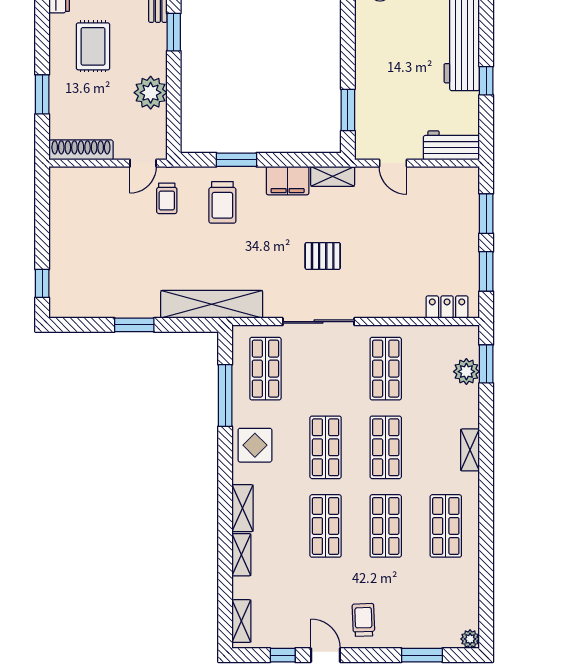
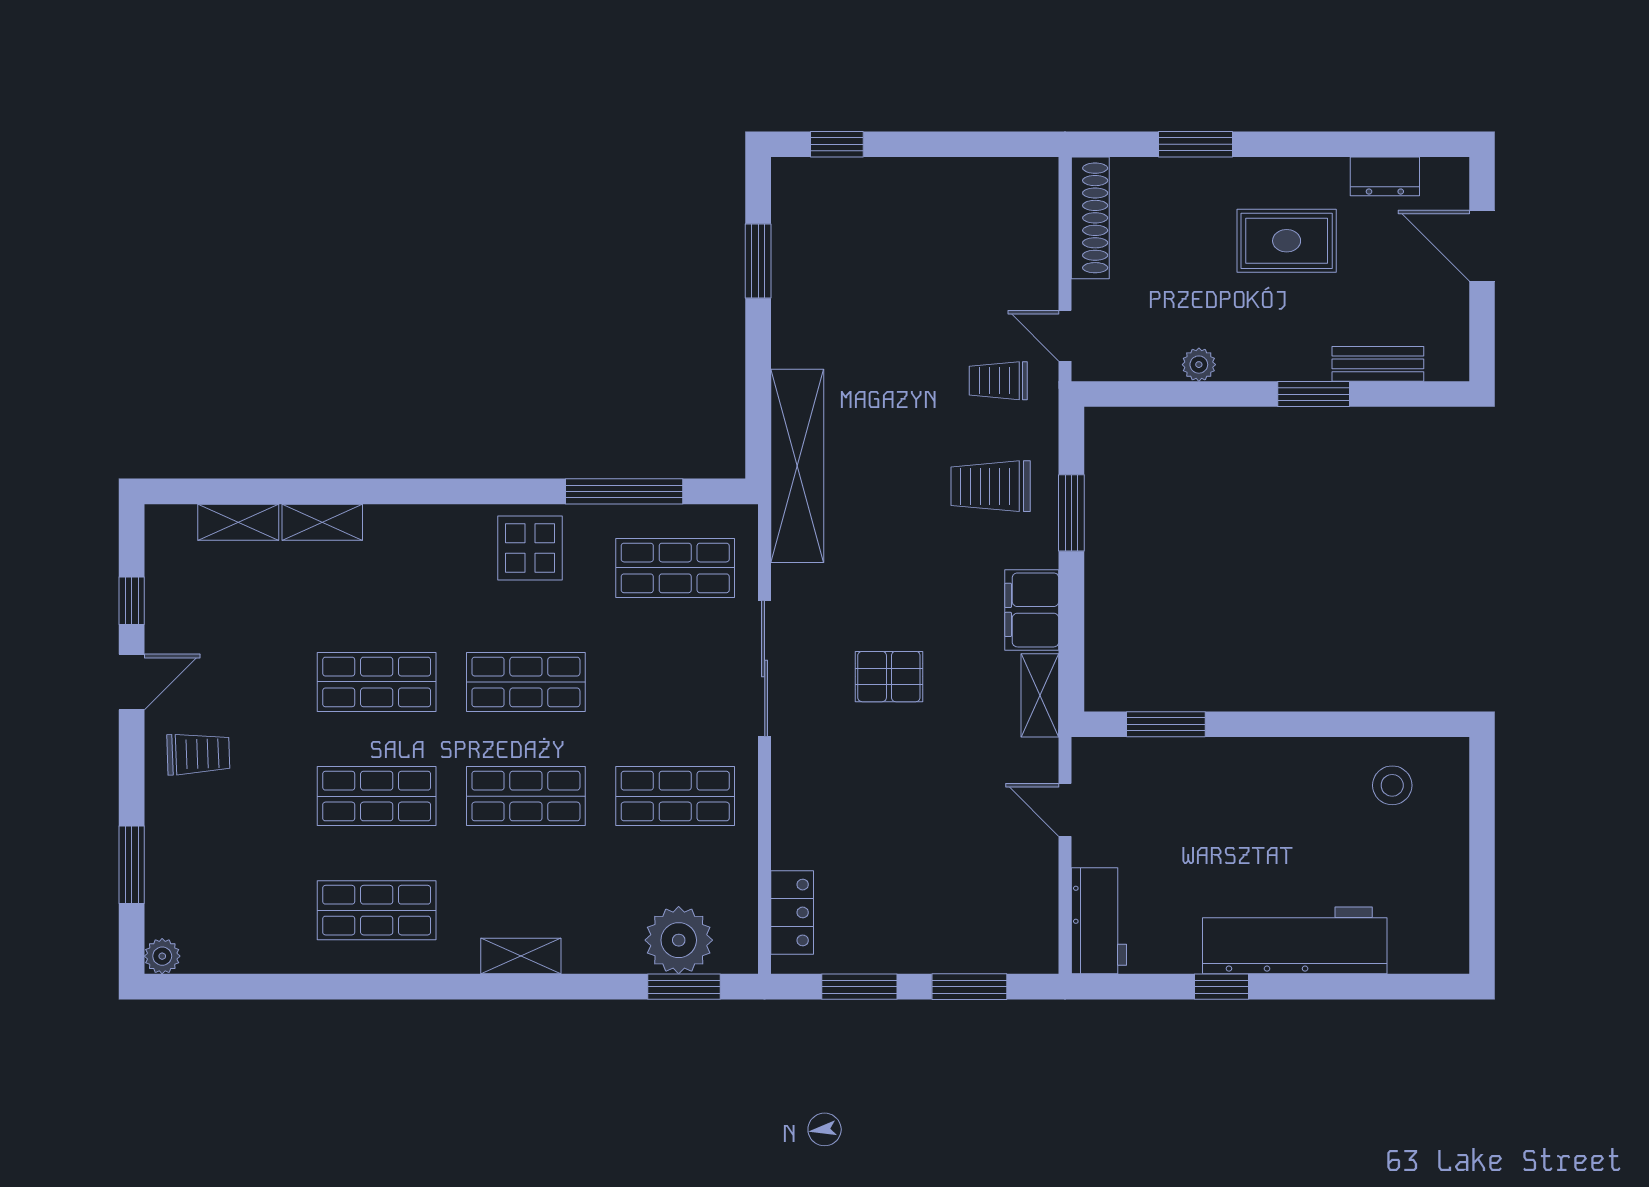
plant: (151, 93) -> (1199, 365), width x0.53, depth x0.53
door: (393, 163) -> (1065, 810), hinge flipped
pallet: (323, 256) -> (889, 677), turned 90
window: (134, 325) -> (758, 261), moved
plant: (466, 372) -> (679, 940), width x1.36, depth x1.36
shelving: (242, 508) -> (410, 524), removed
shelving: (241, 621) -> (238, 522), moved

